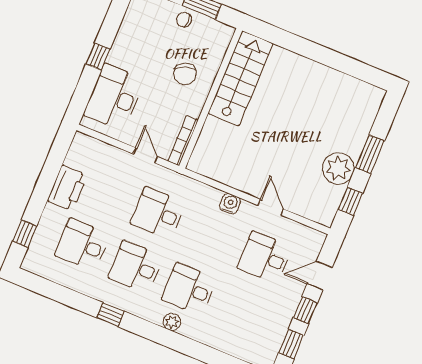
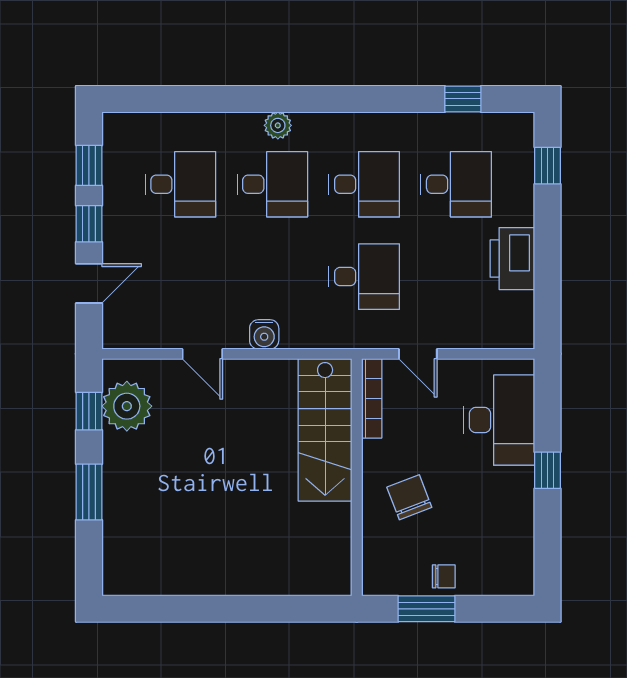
stairs: (241, 78) -> (325, 430), moved
plant: (338, 168) -> (127, 406), moved
desk: (265, 257) -> (180, 184), moved
window: (111, 315) -> (463, 99), moved

